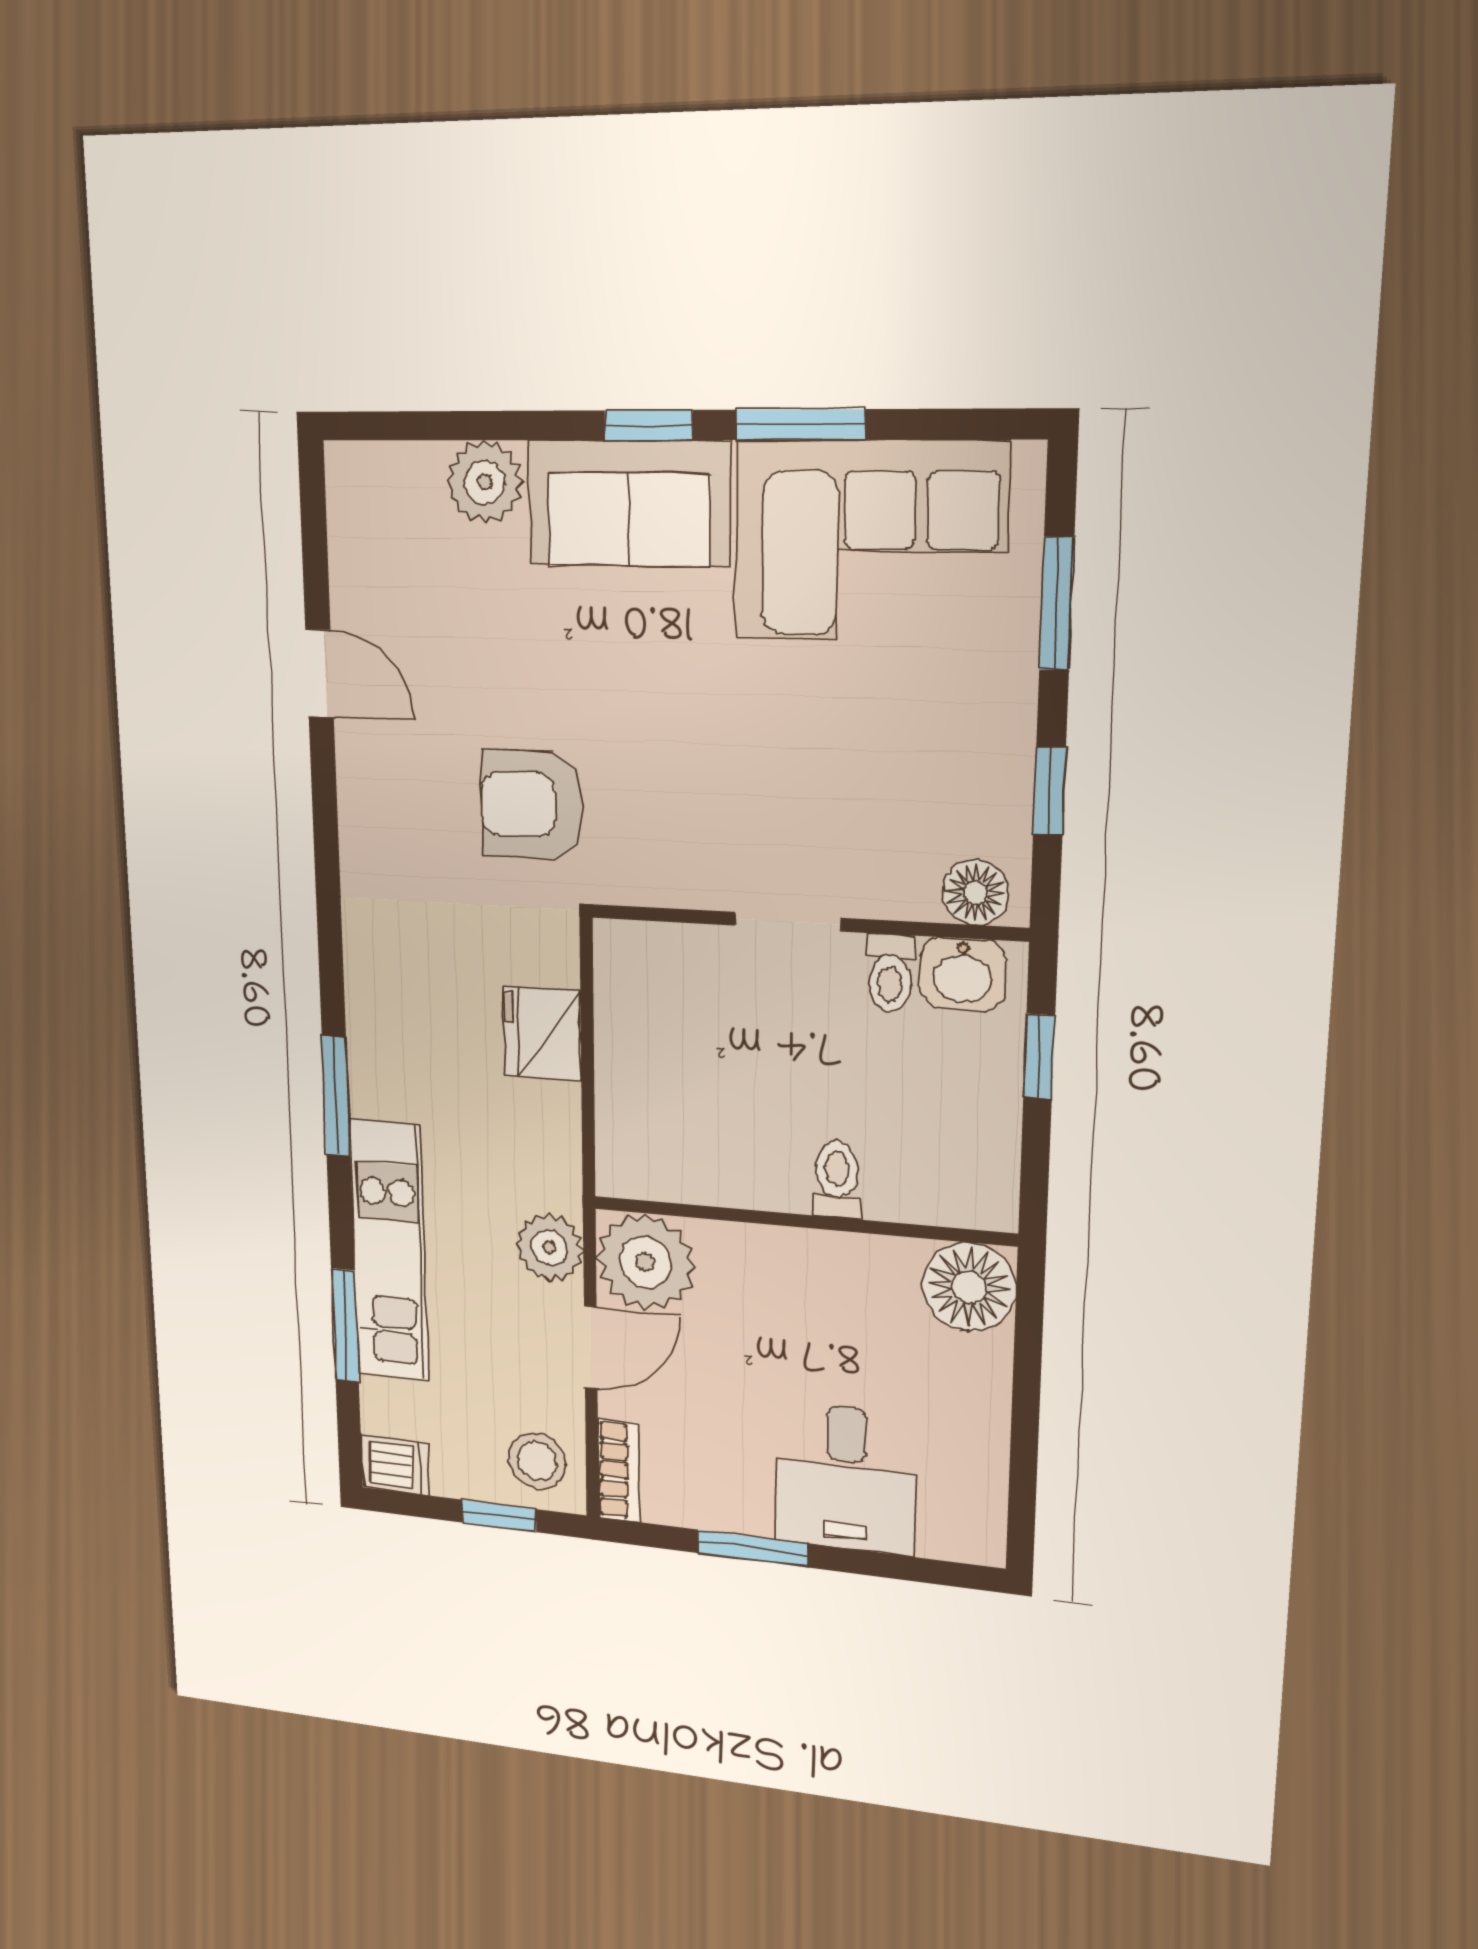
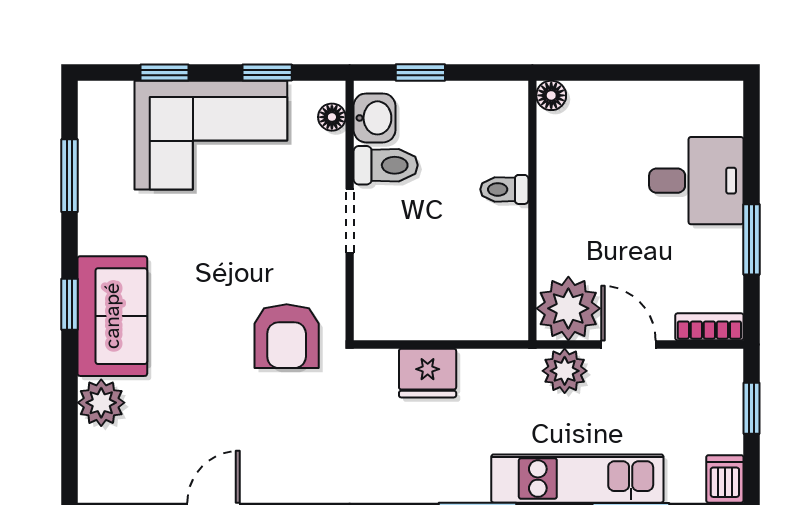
window: (800, 425) -> (70, 176), moved
corner sofa: (870, 541) -> (211, 135), moved, turned 90
window: (1057, 604) -> (165, 73), width x0.67
armchair: (533, 805) -> (287, 336), moved
floor lamp: (976, 893) -> (332, 117), width x0.73, depth x0.73
toilet: (890, 973) -> (386, 165), width x1.37, depth x1.39
floor lamp: (969, 1287) -> (551, 95), width x0.53, depth x0.53
stool: (537, 1461) -> (709, 381), removed

